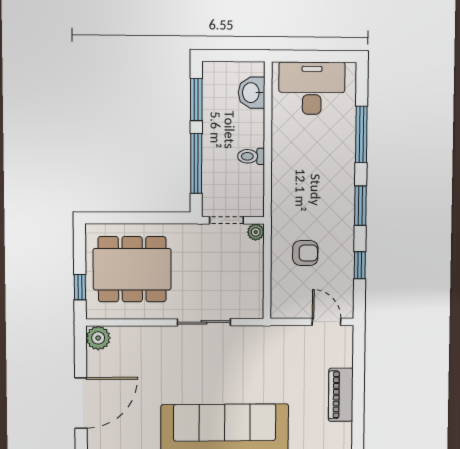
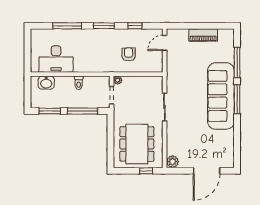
desk: (312, 88) -> (56, 59), moved, turned -90
door: (81, 403) -> (207, 171), swing flipped

